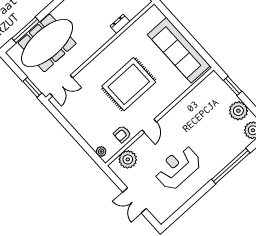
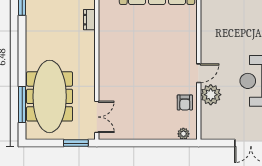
rug: (129, 84) -> (147, 59), removed
door: (149, 126) -> (199, 73), hinge flipped
plant: (128, 159) -> (211, 95), moved

